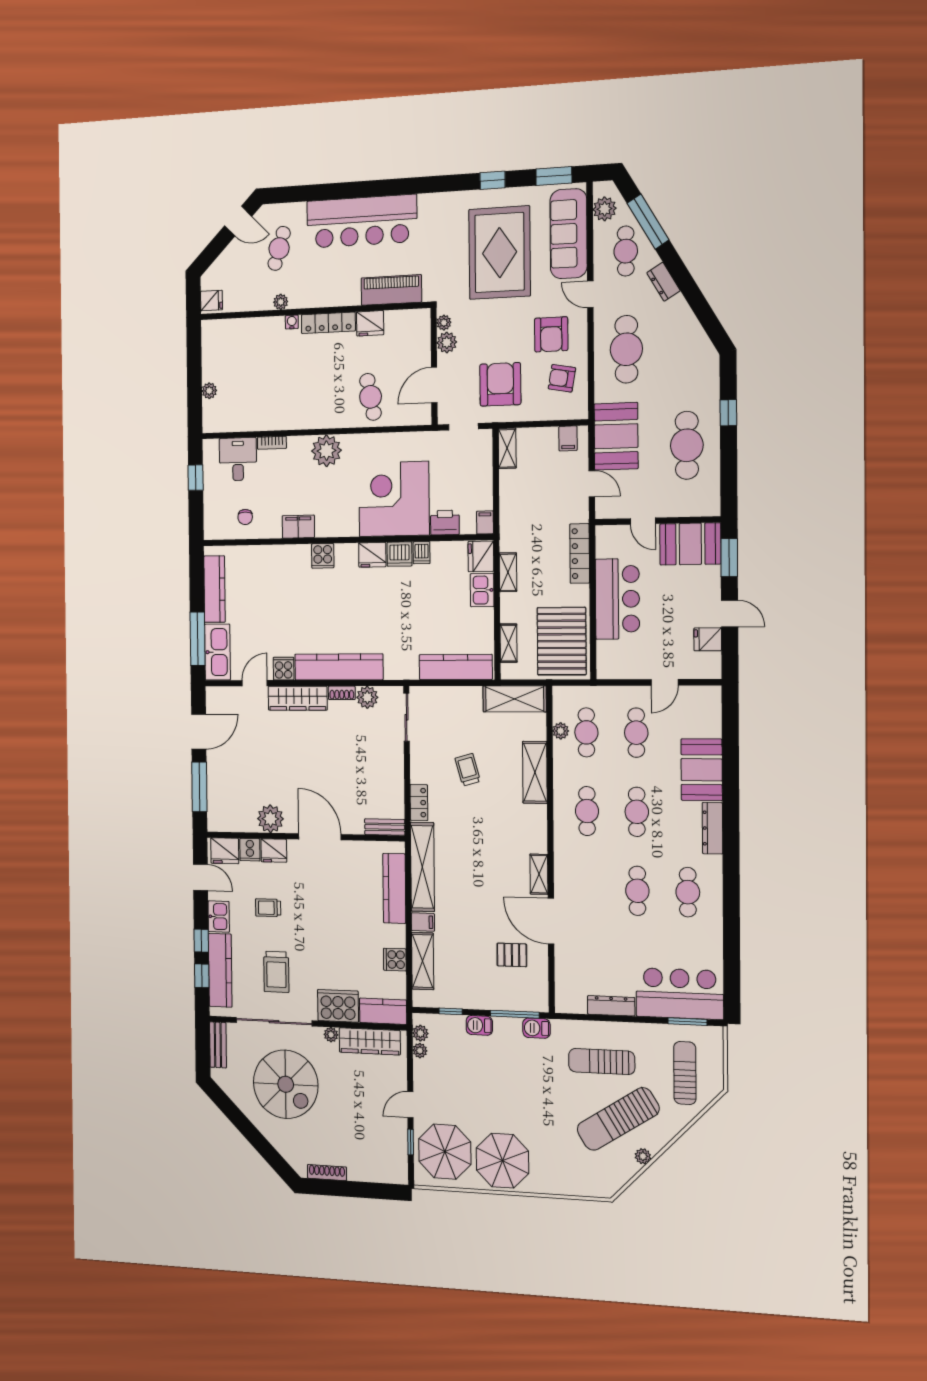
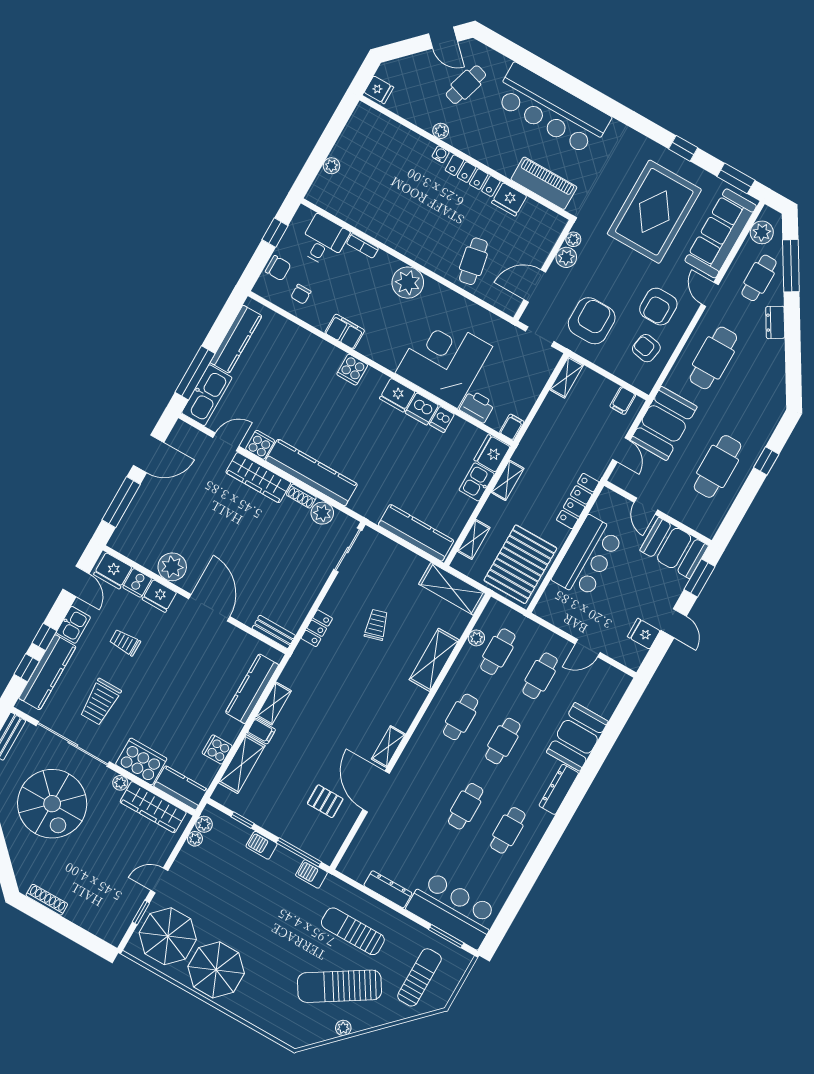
chair: (215, 506) -> (278, 268), added
shelving: (422, 867) -> (274, 703), width x0.45, depth x0.75

